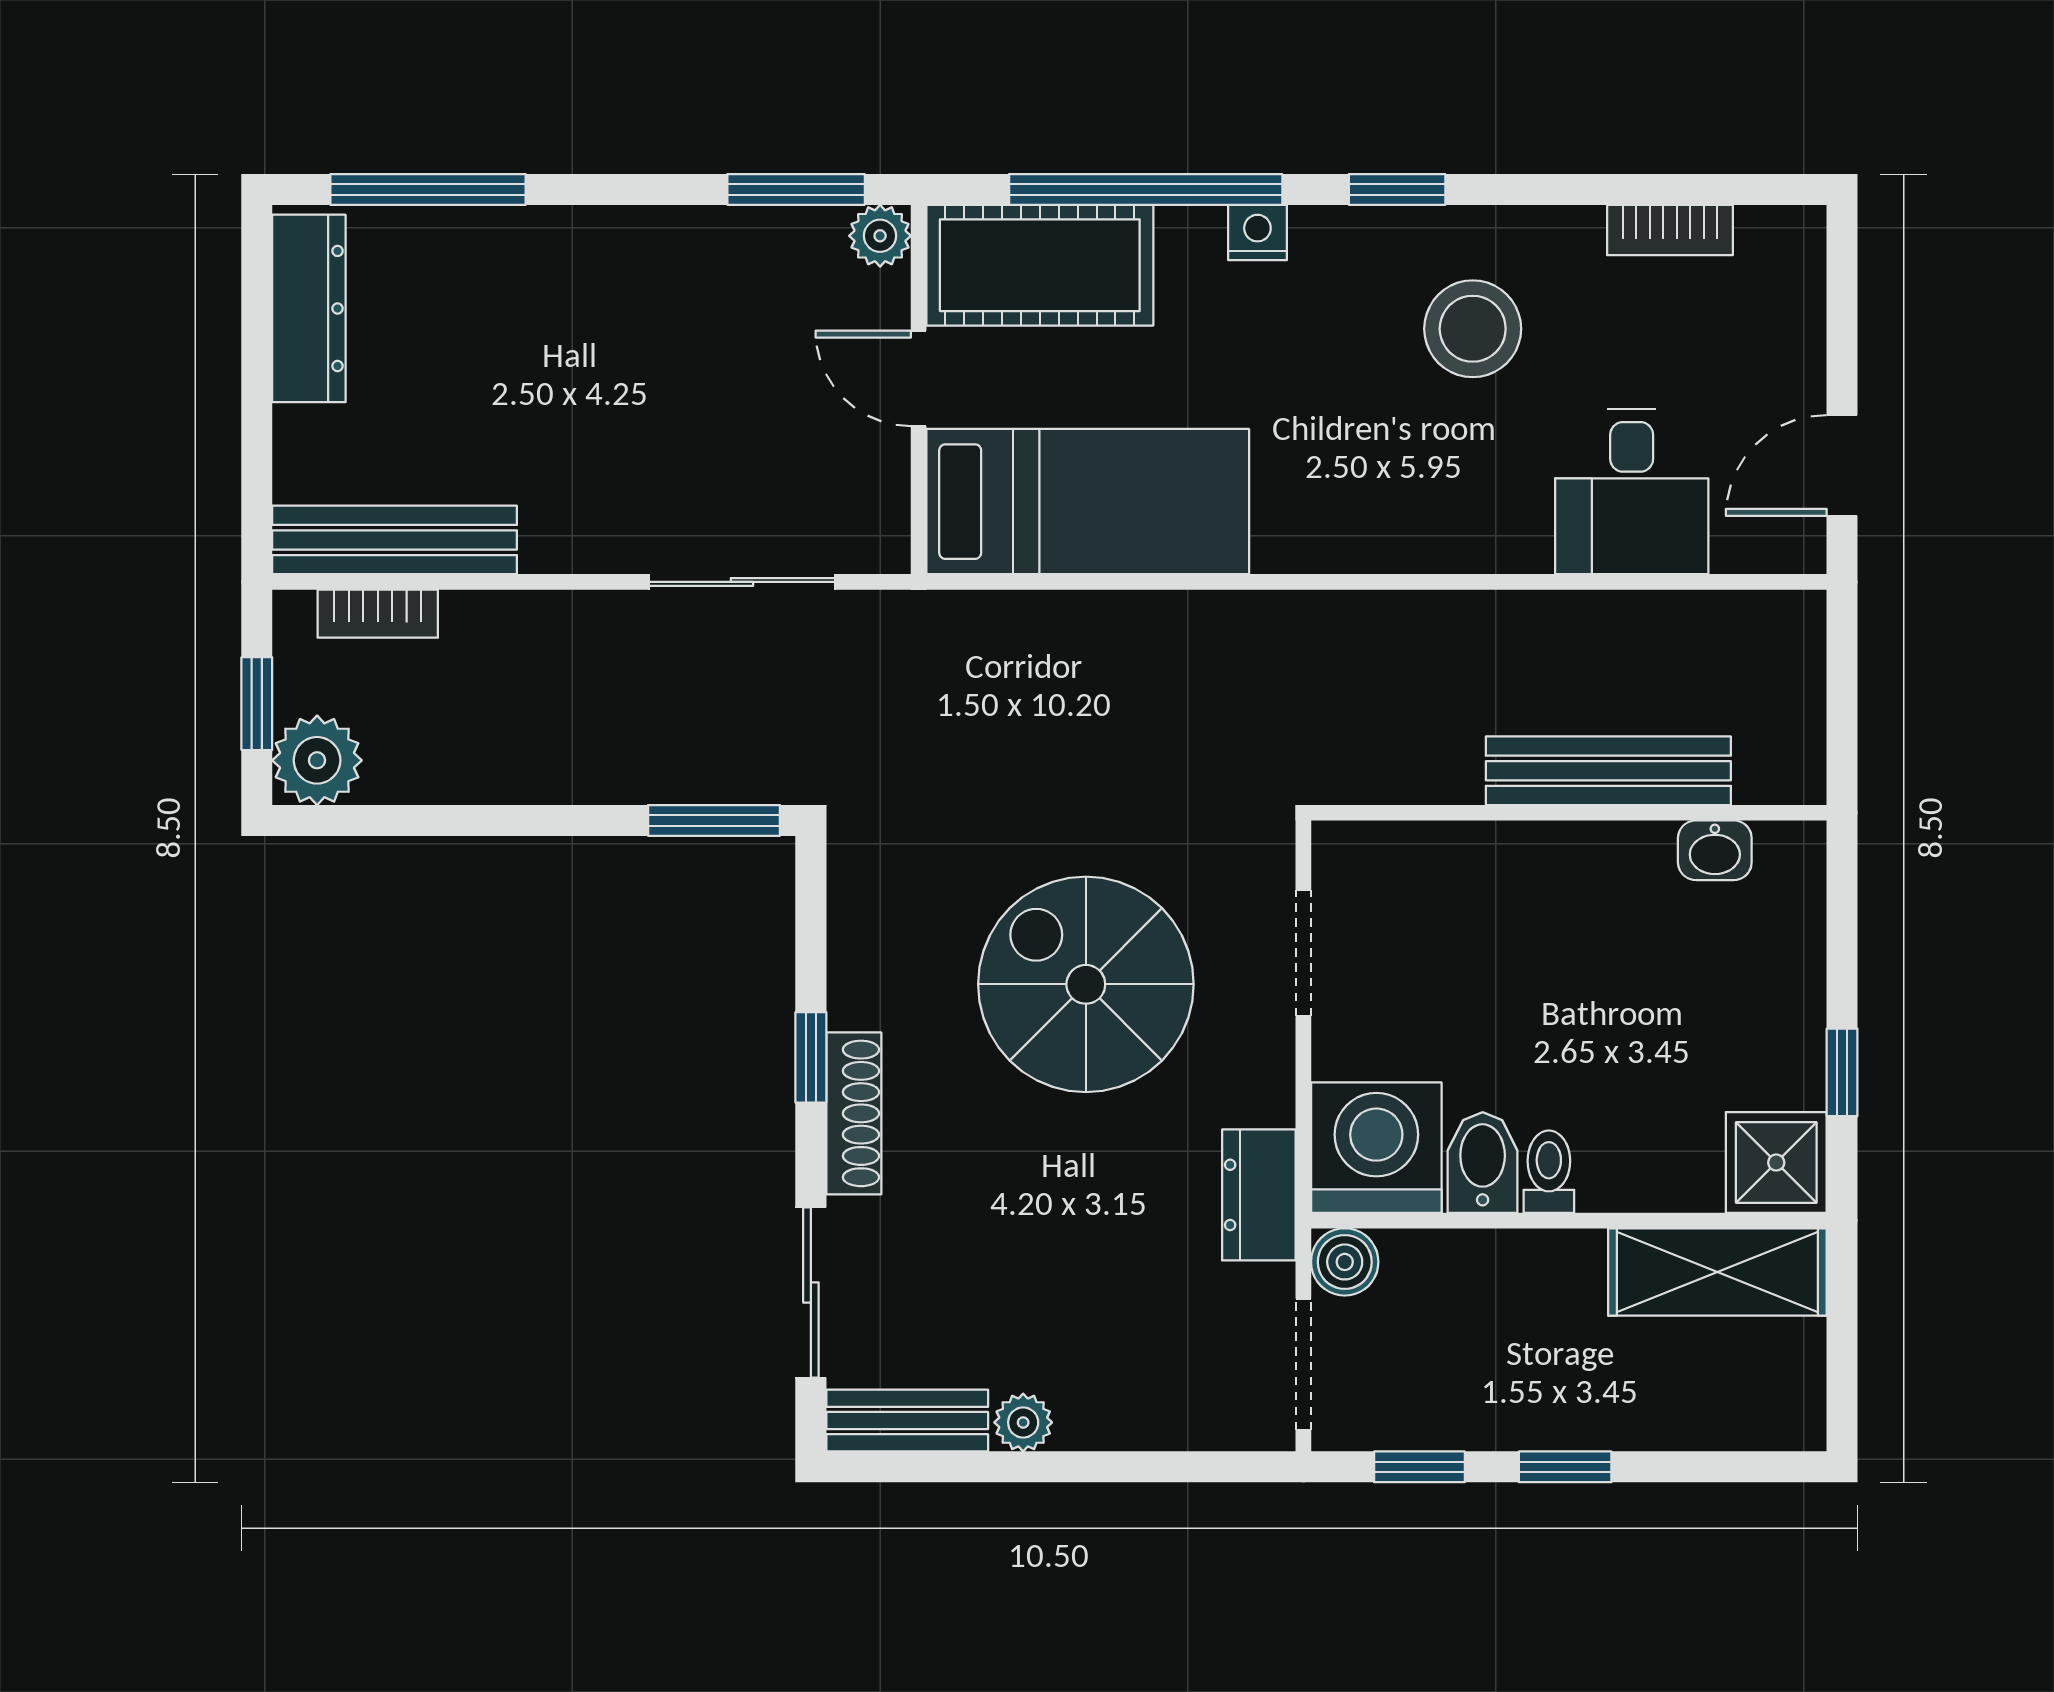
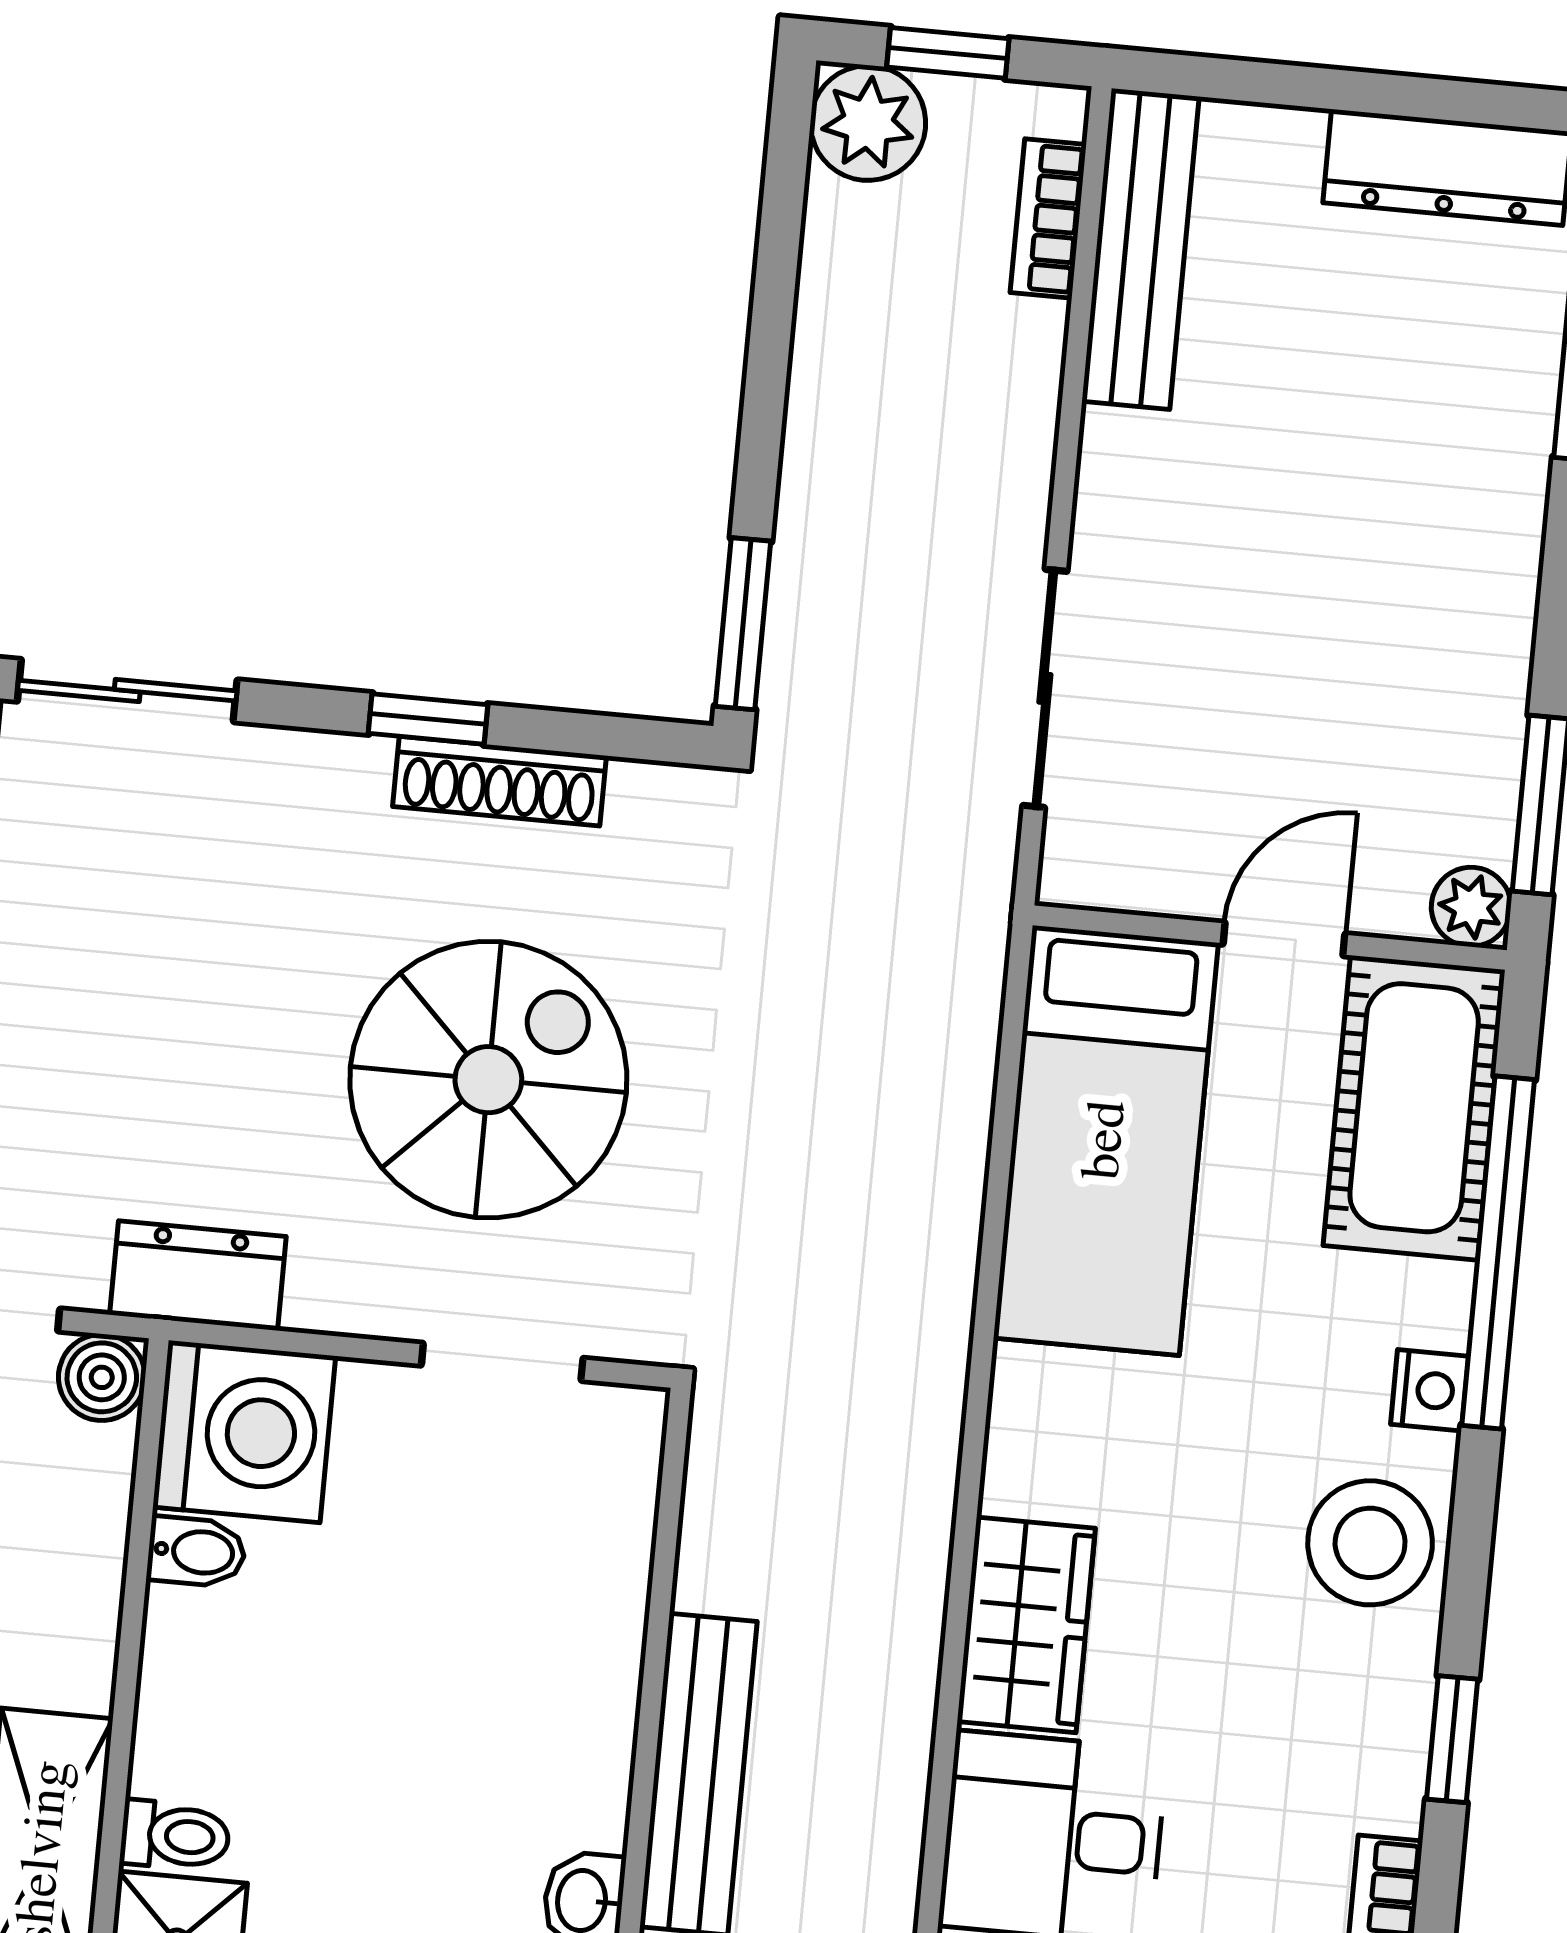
window: (1397, 189) -> (1452, 1739), moved
stool: (1473, 329) -> (1370, 1543), moved
wardrobe: (1469, 528) -> (1026, 1625), added
shoe rack: (854, 1113) -> (499, 781), moved
bidet: (1483, 1163) -> (196, 1552), width x0.72, depth x0.74
toilet: (1549, 1172) -> (175, 1836), moved

